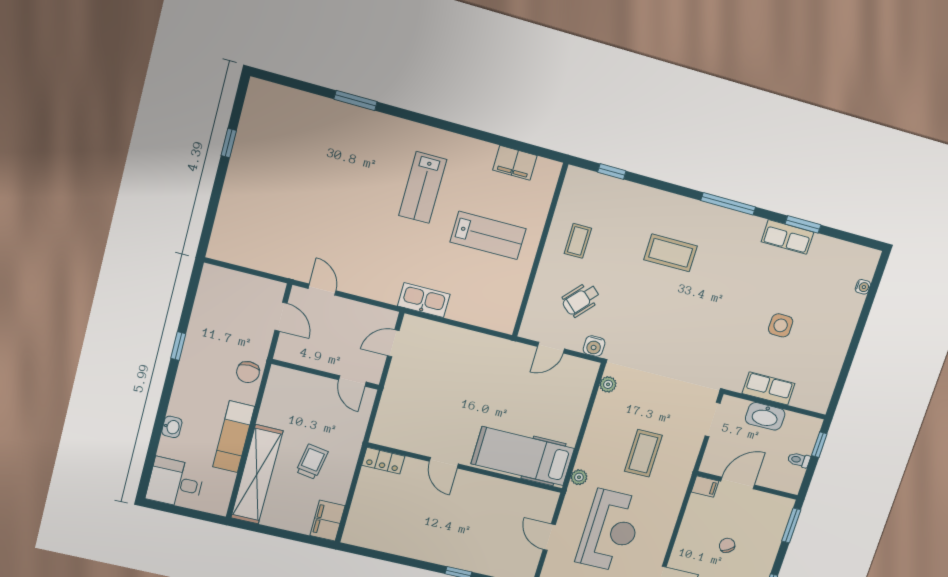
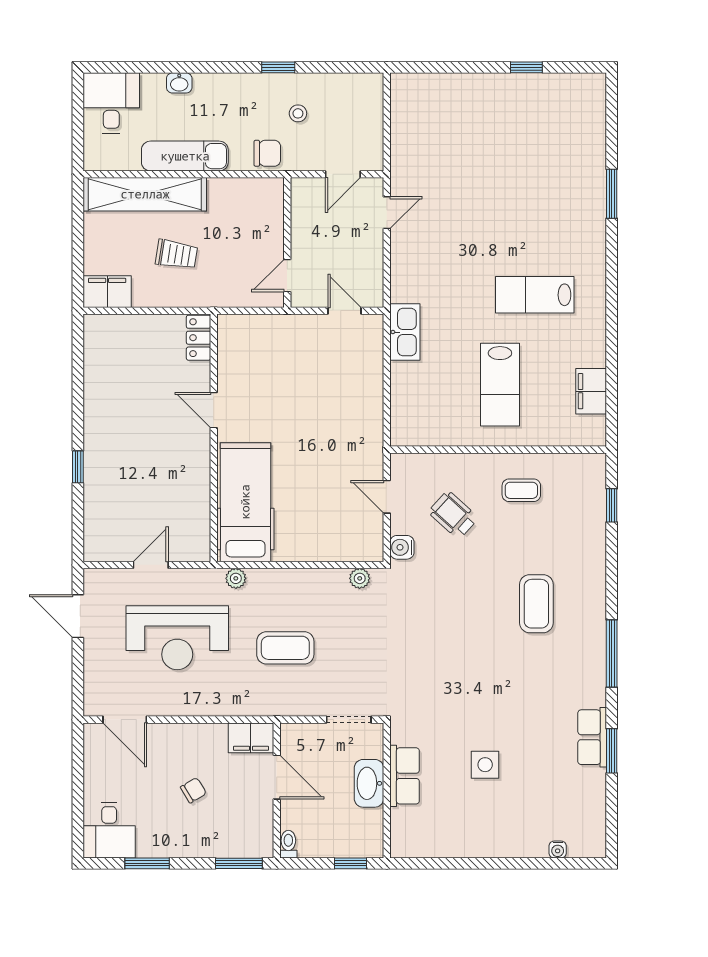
stool: (221, 340) -> (298, 113), added
chair: (248, 372) -> (267, 153), turned 180
toilet: (799, 460) -> (288, 844), moved
door: (444, 463) -> (214, 410), hinge flipped
filing cabinet: (705, 487) -> (251, 738), width x2.00

